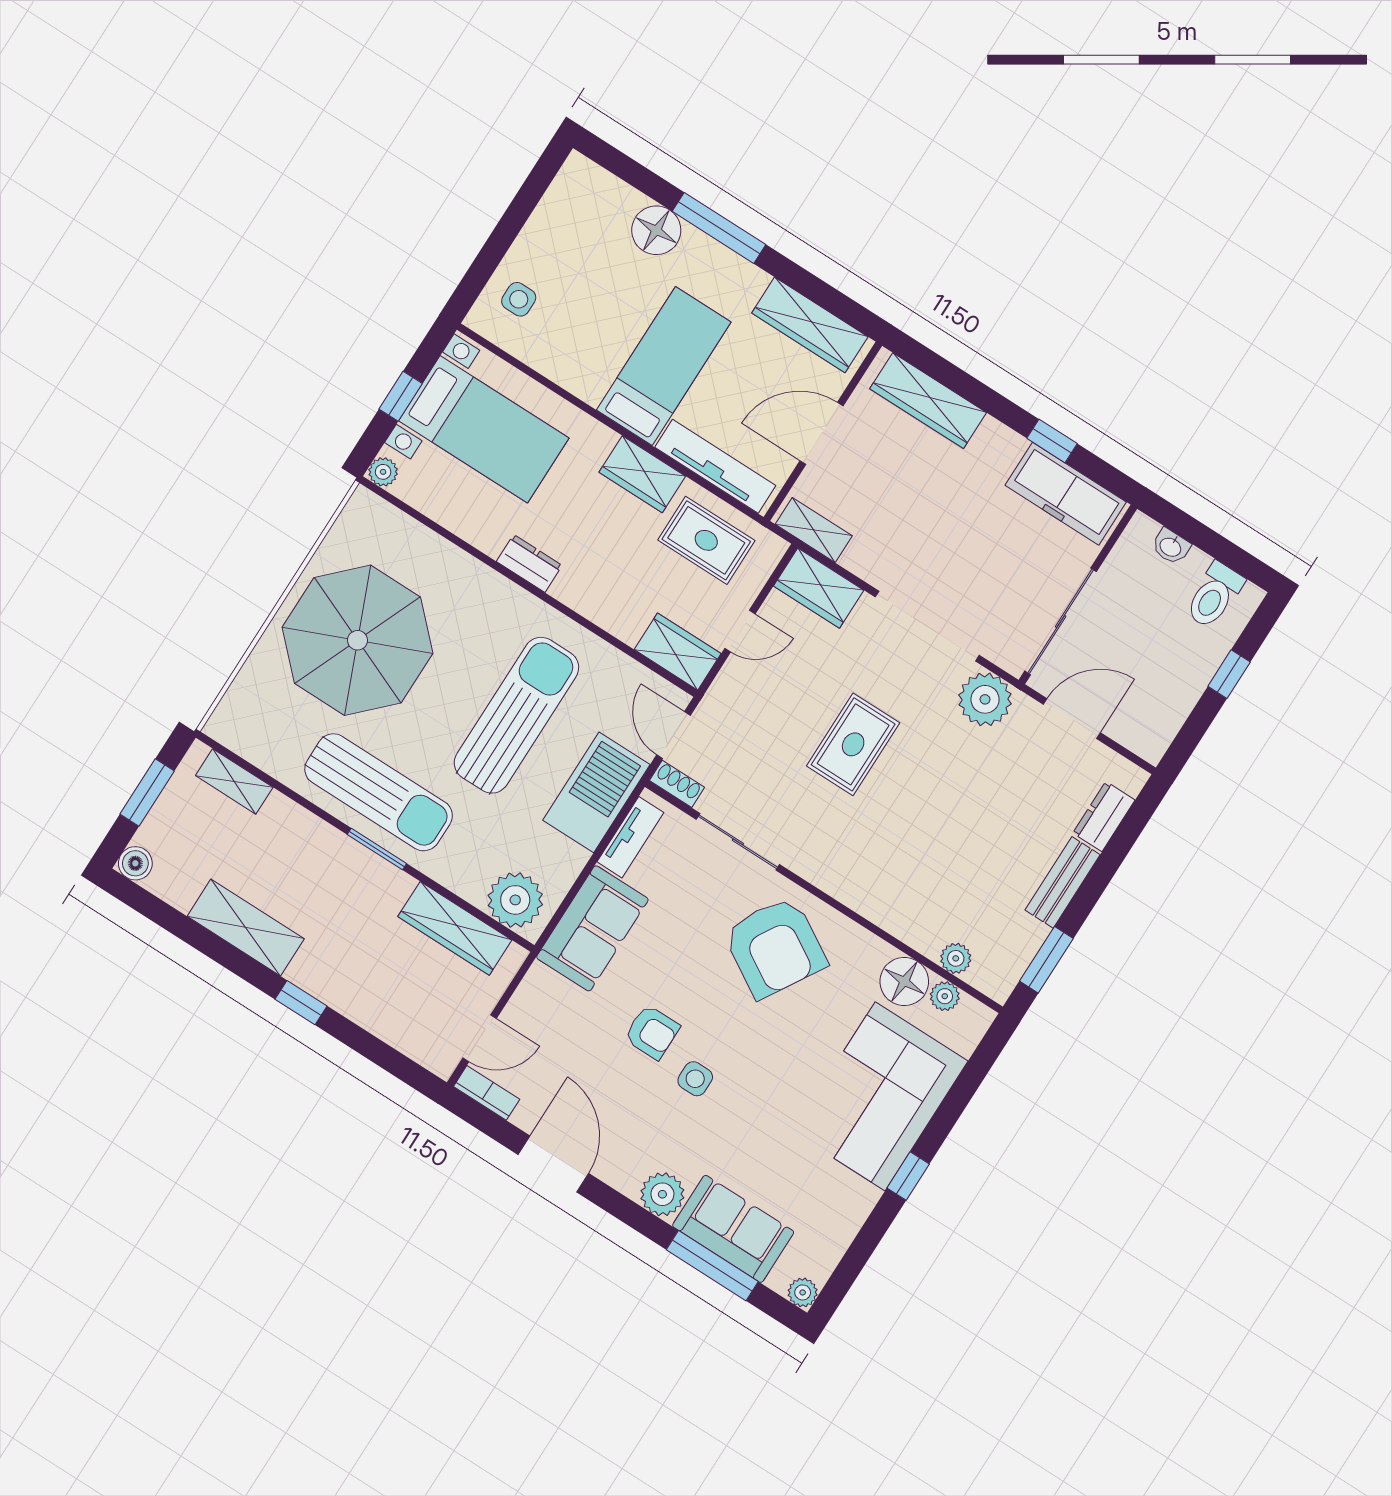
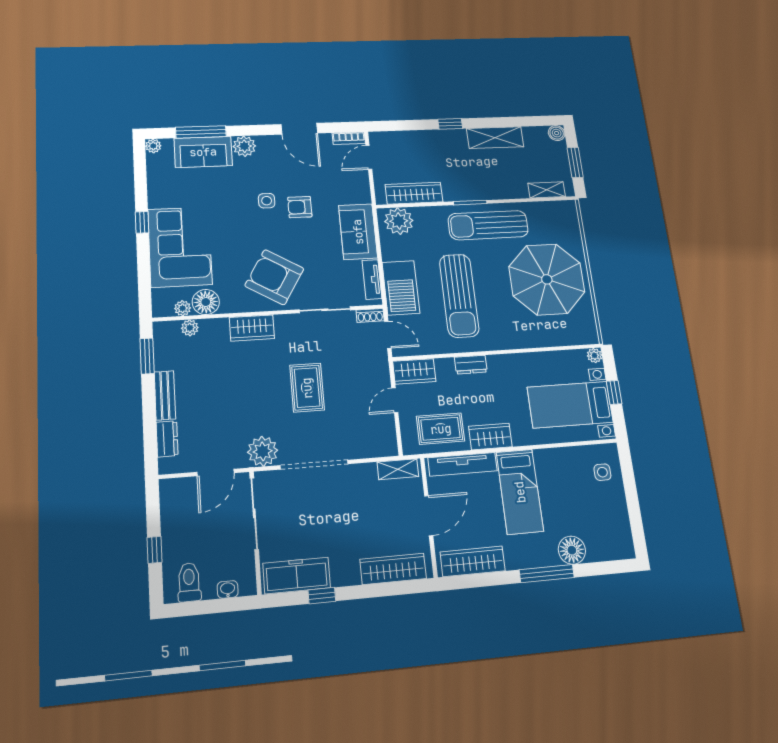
dresser: (529, 563) -> (471, 365), moved
wardrobe: (819, 588) -> (252, 328), moved, turned 180

